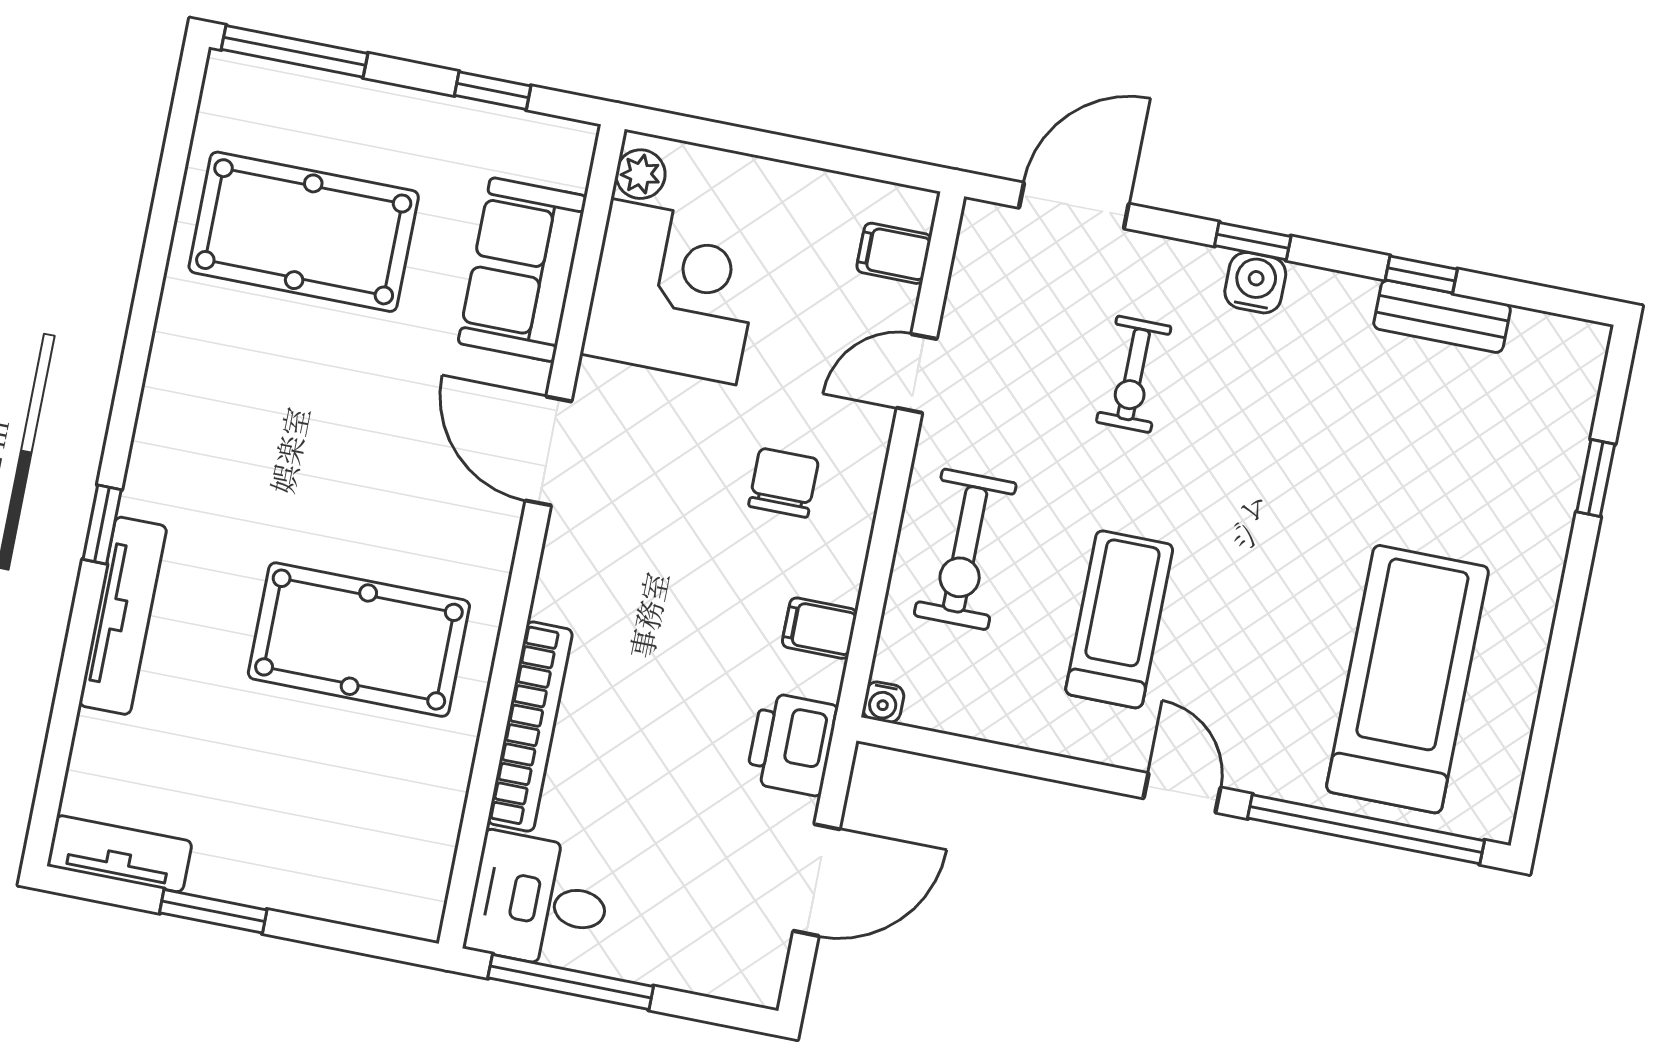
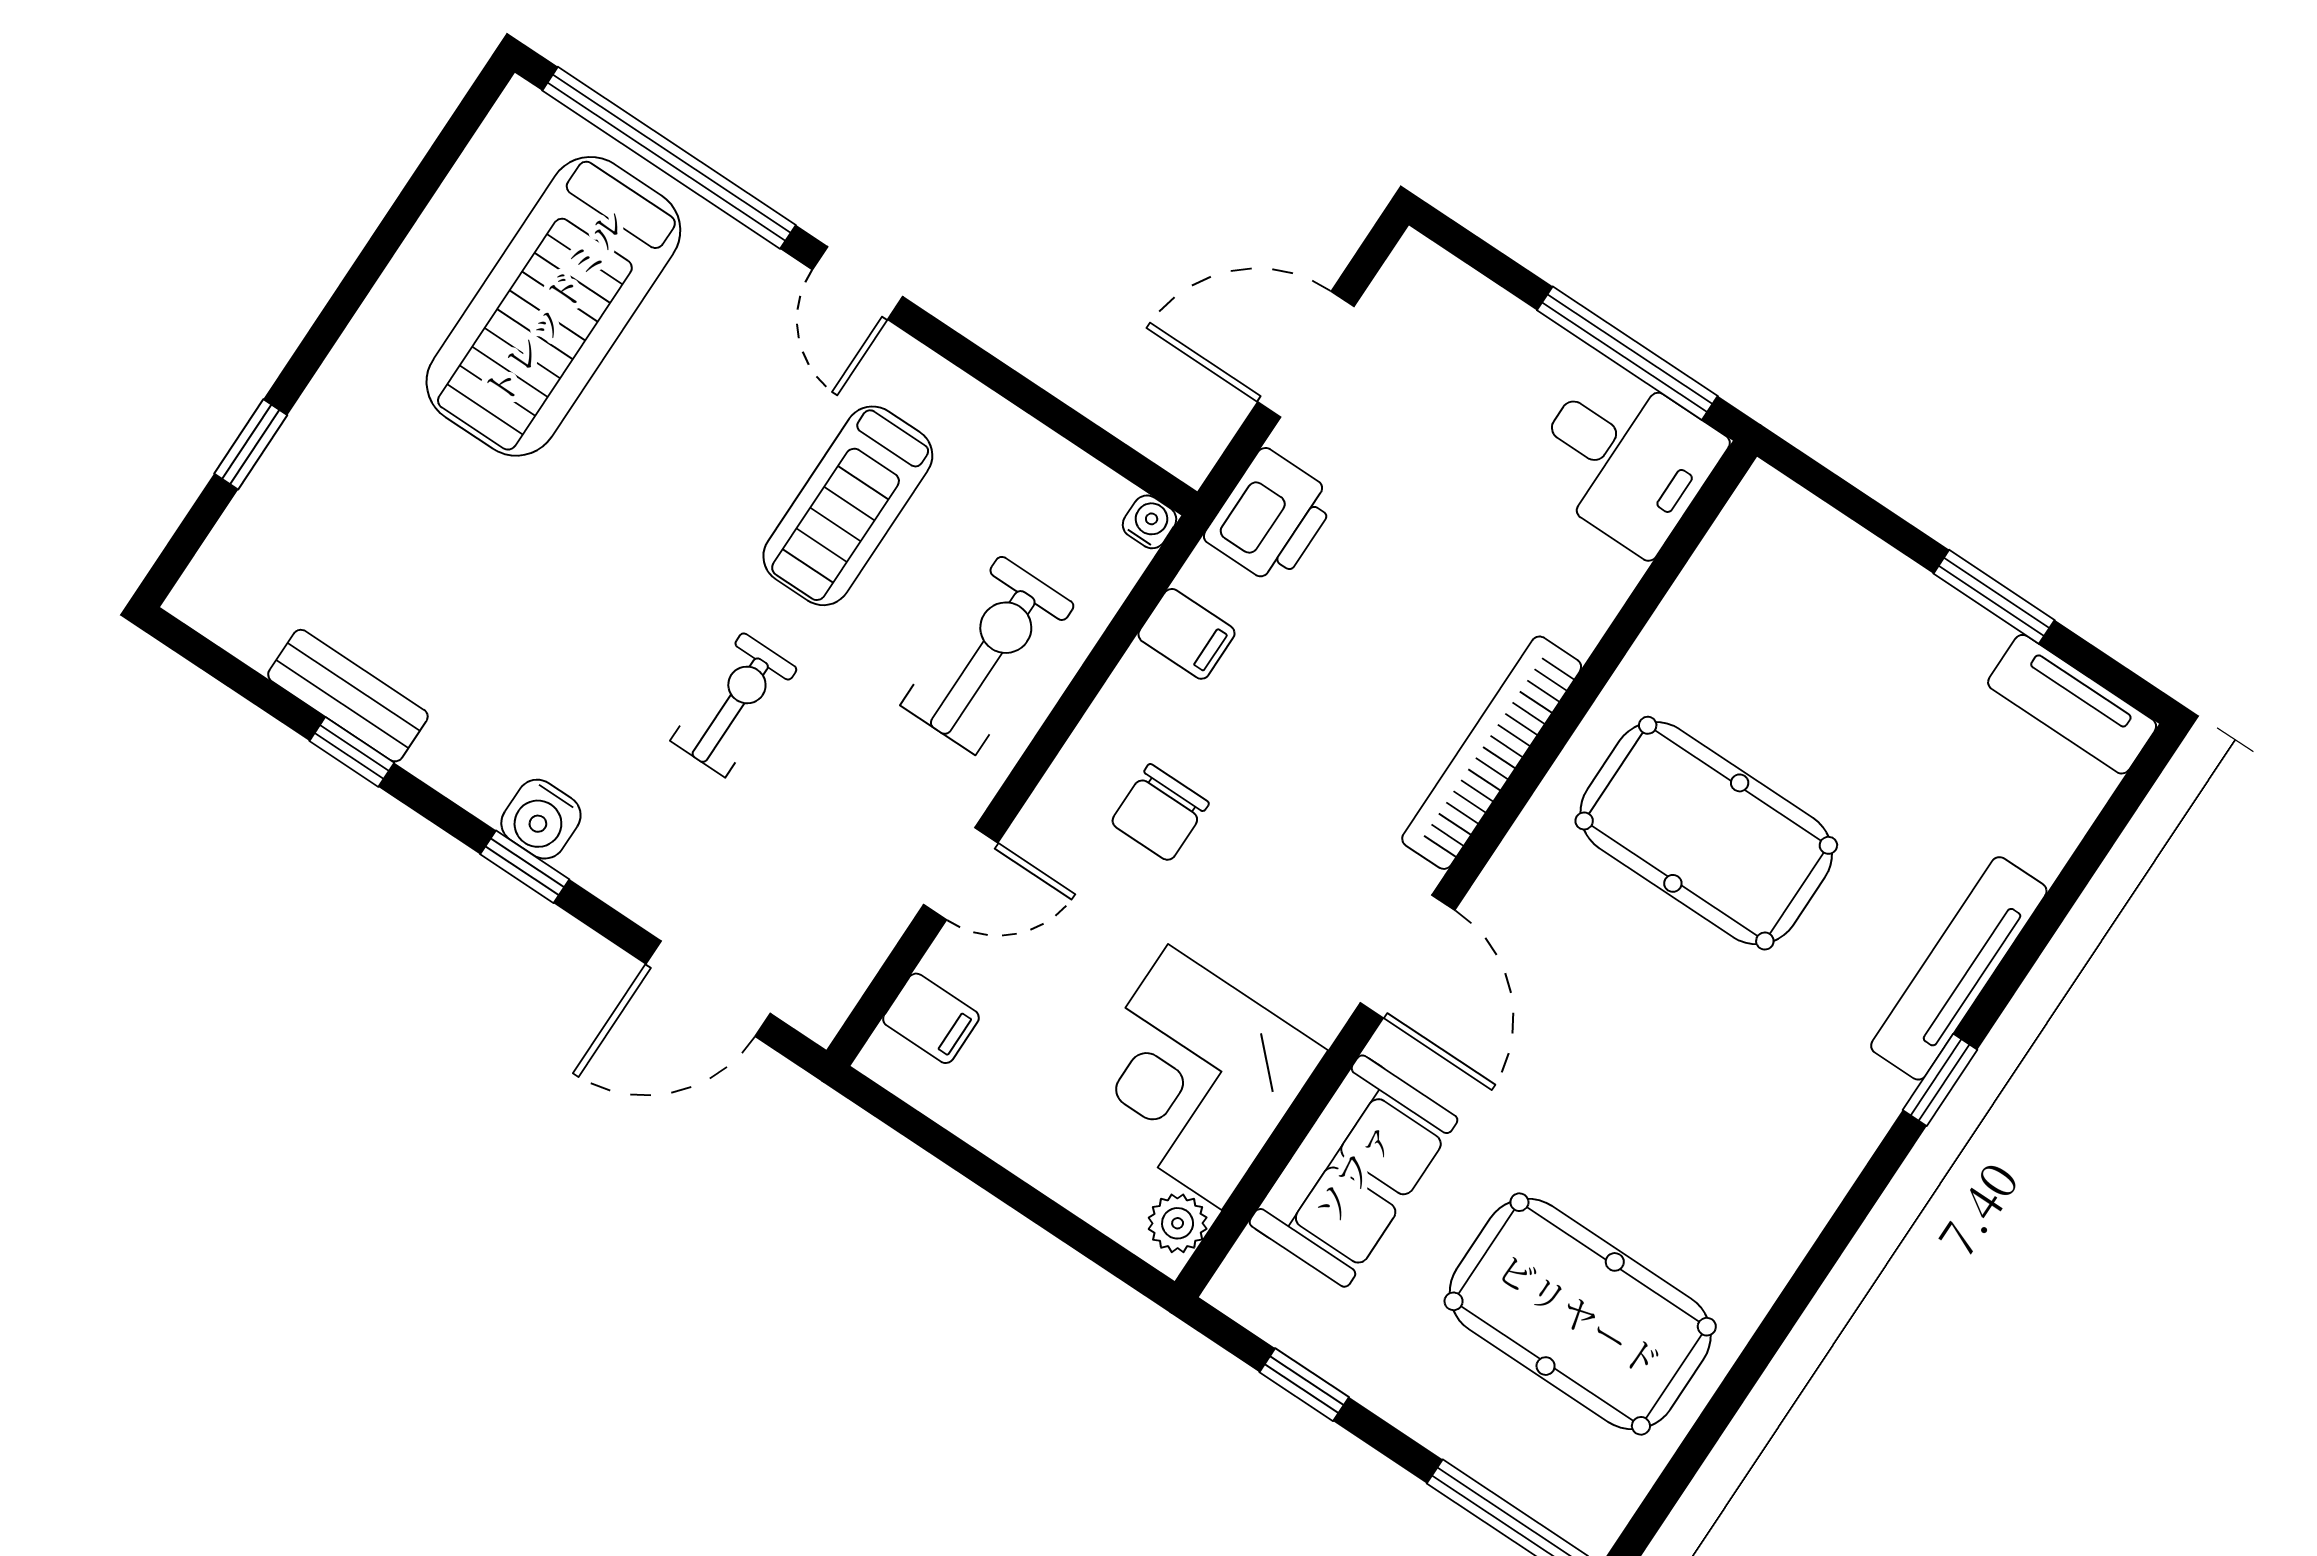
exercise bike: (1134, 374) -> (734, 705), moved
bookcase: (530, 726) -> (1492, 753), moved

